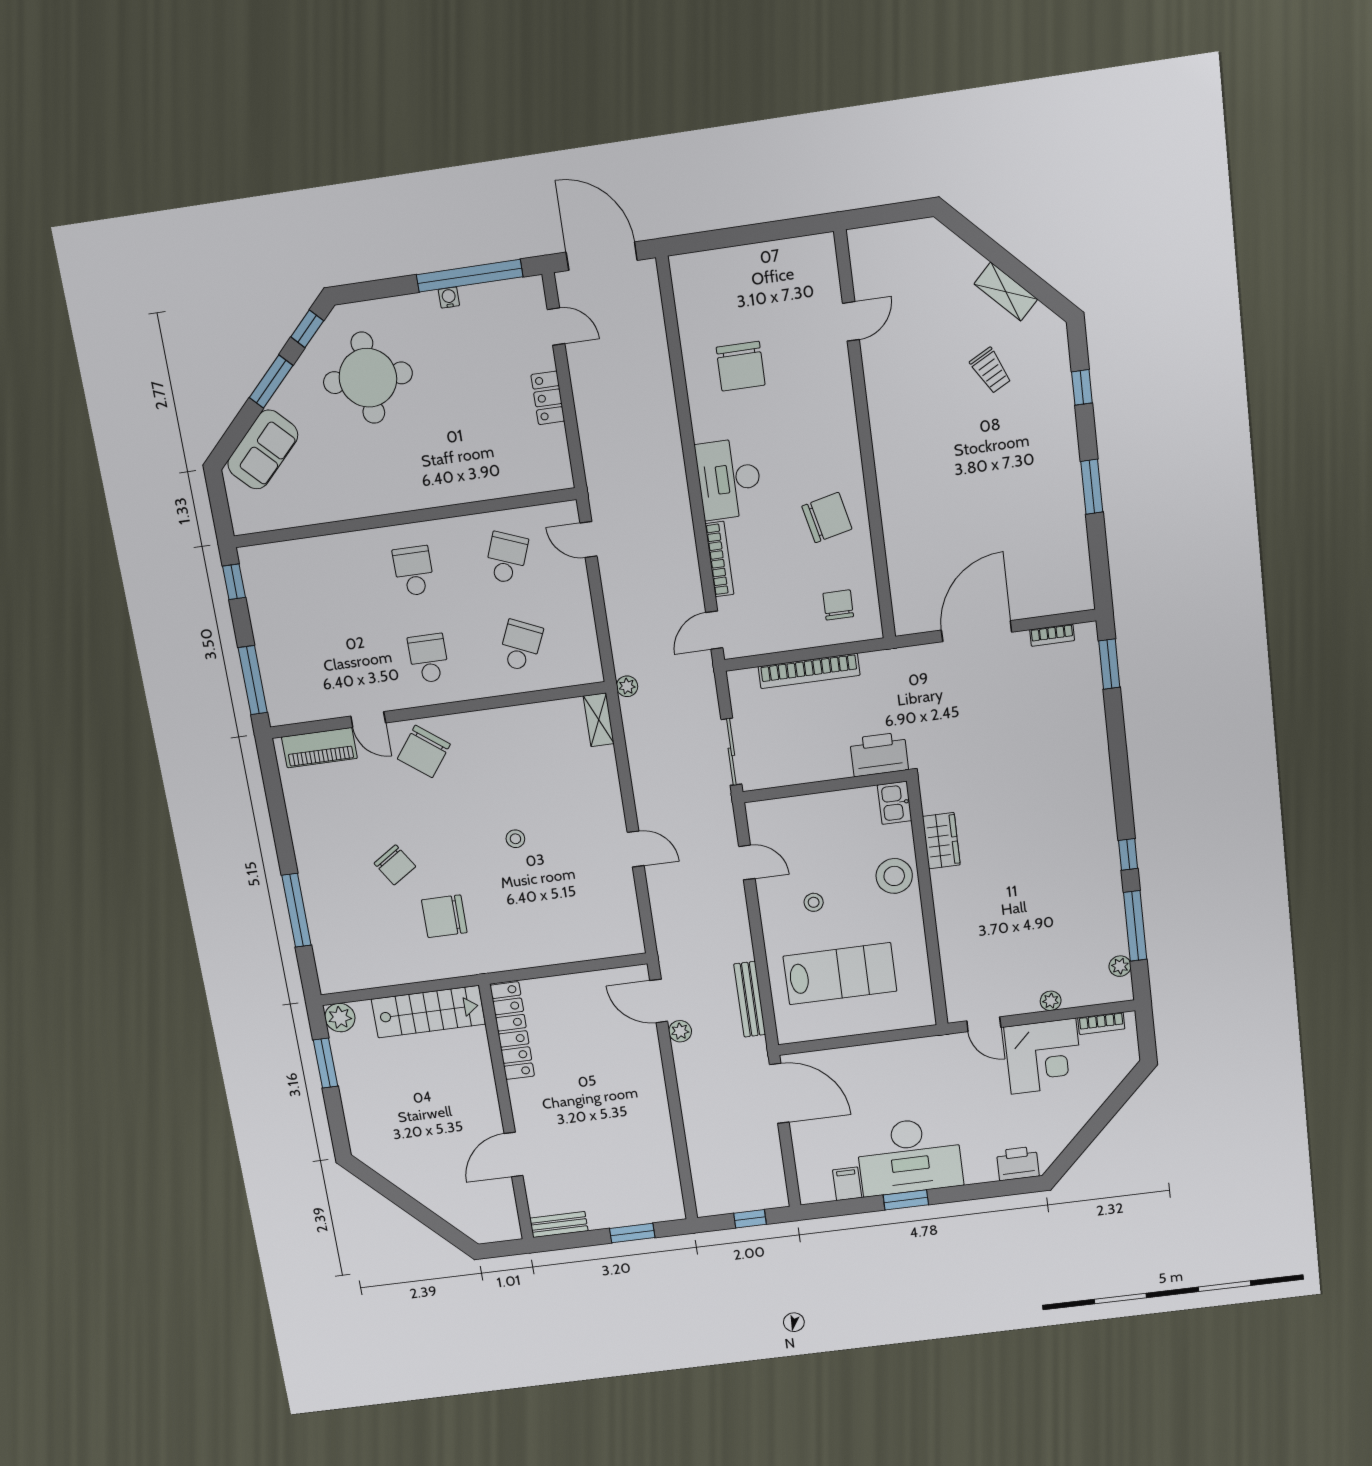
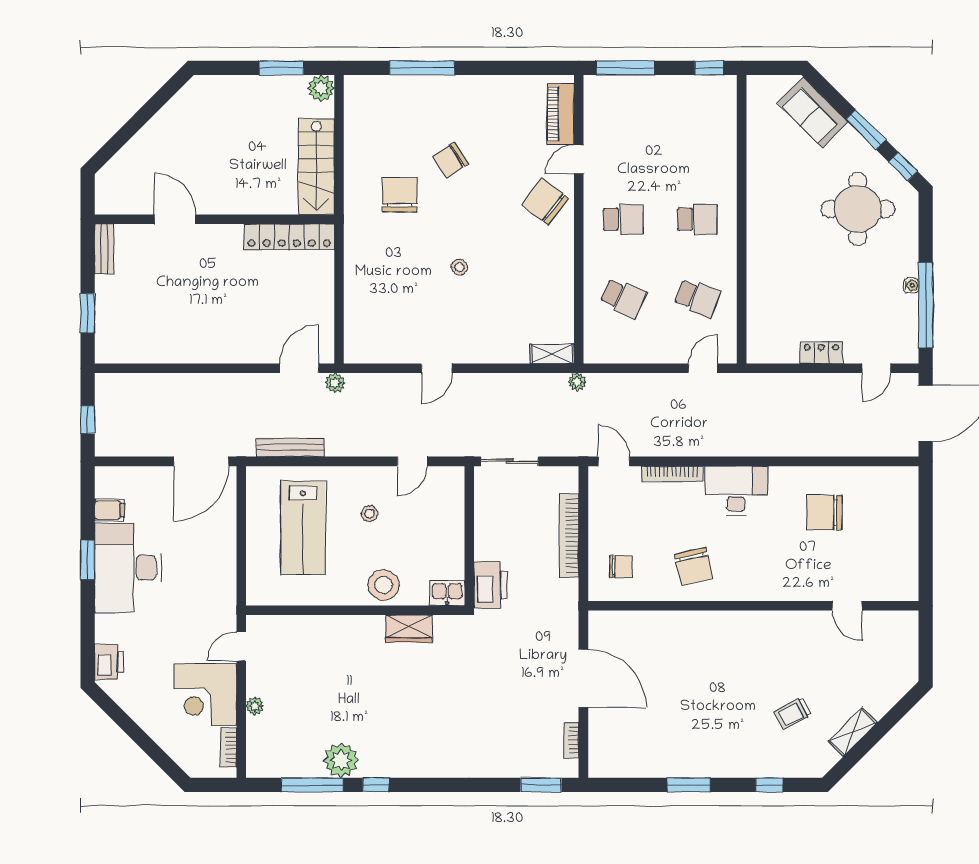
plant: (1120, 966) -> (341, 760), moved, width x1.87, depth x1.87
plant: (680, 1031) -> (335, 383), moved

